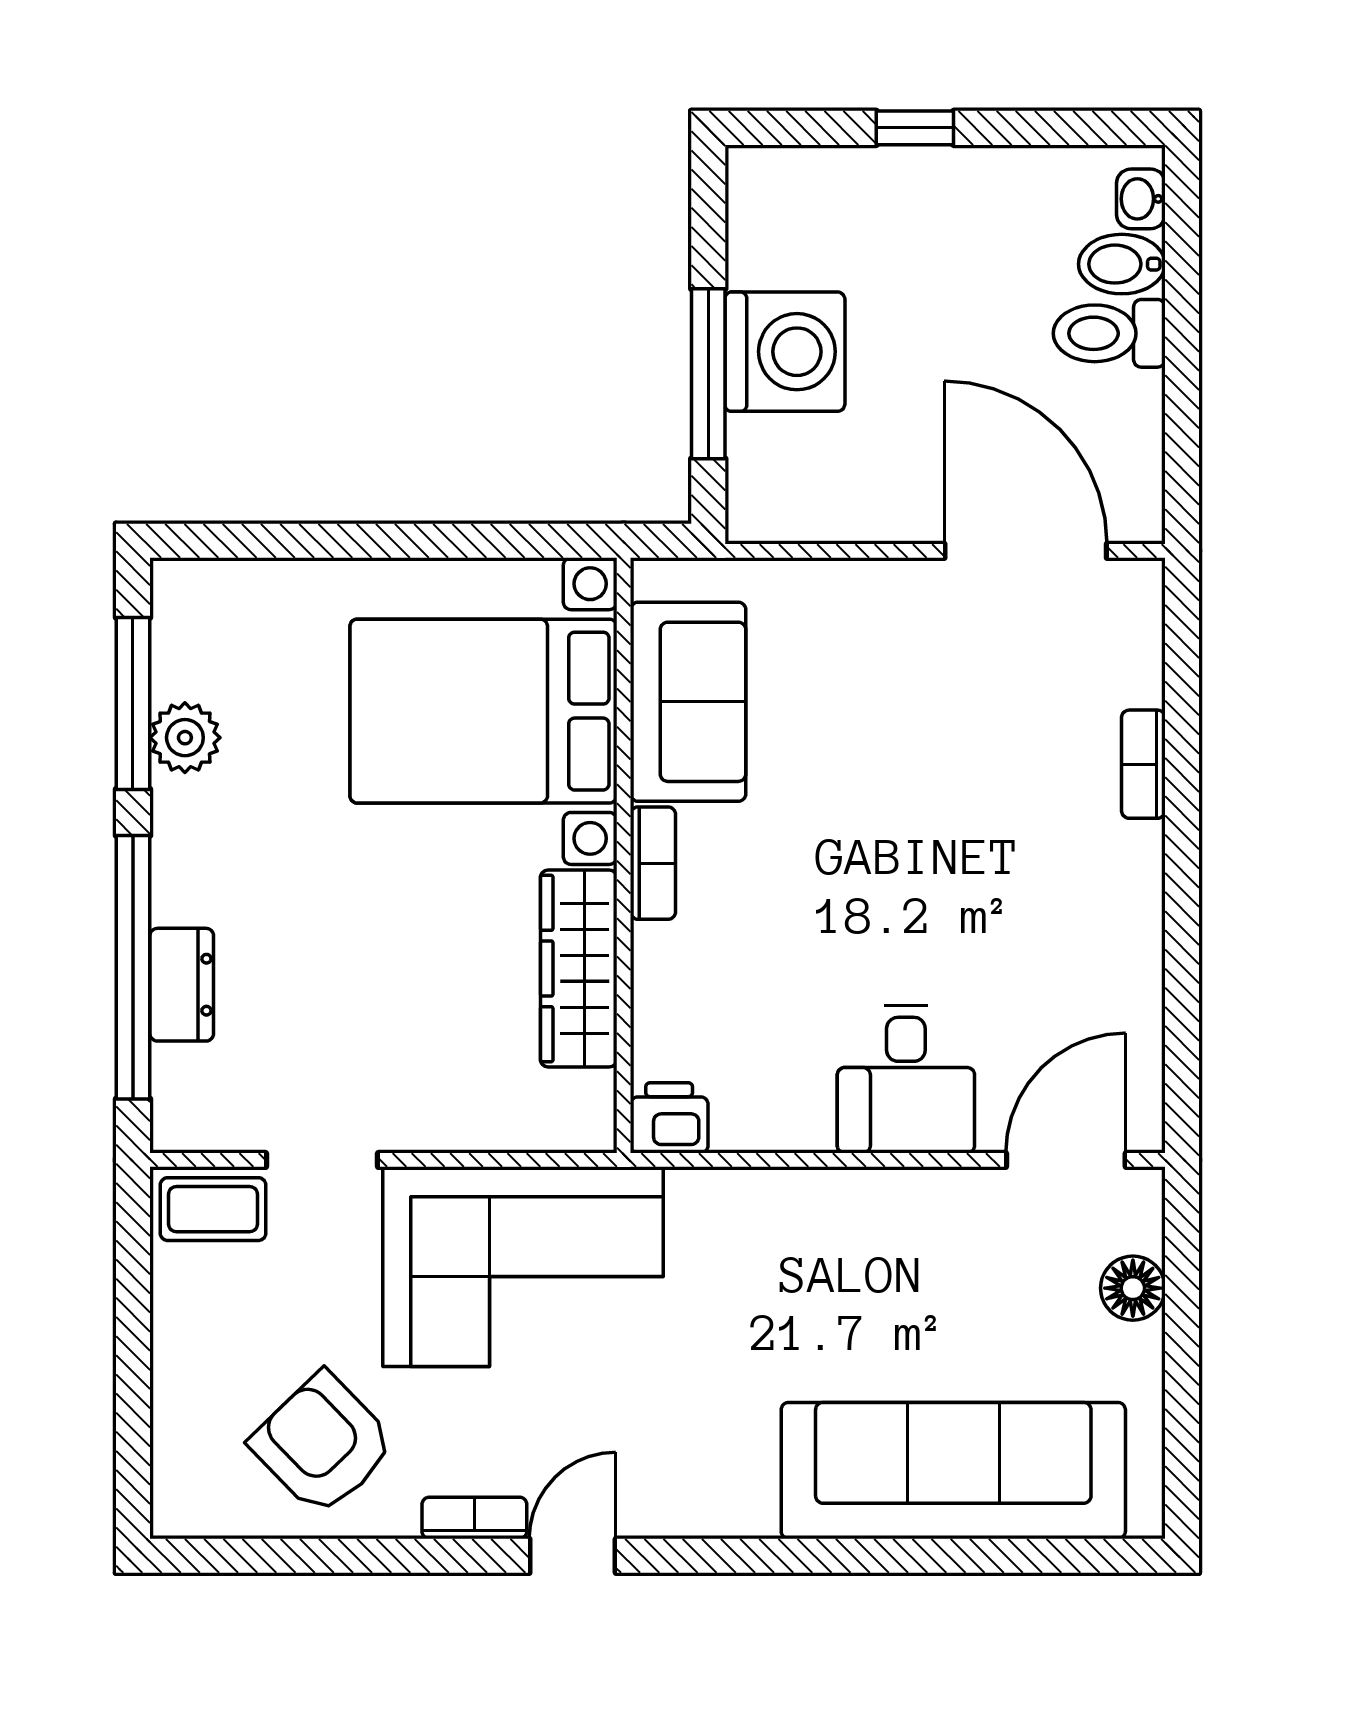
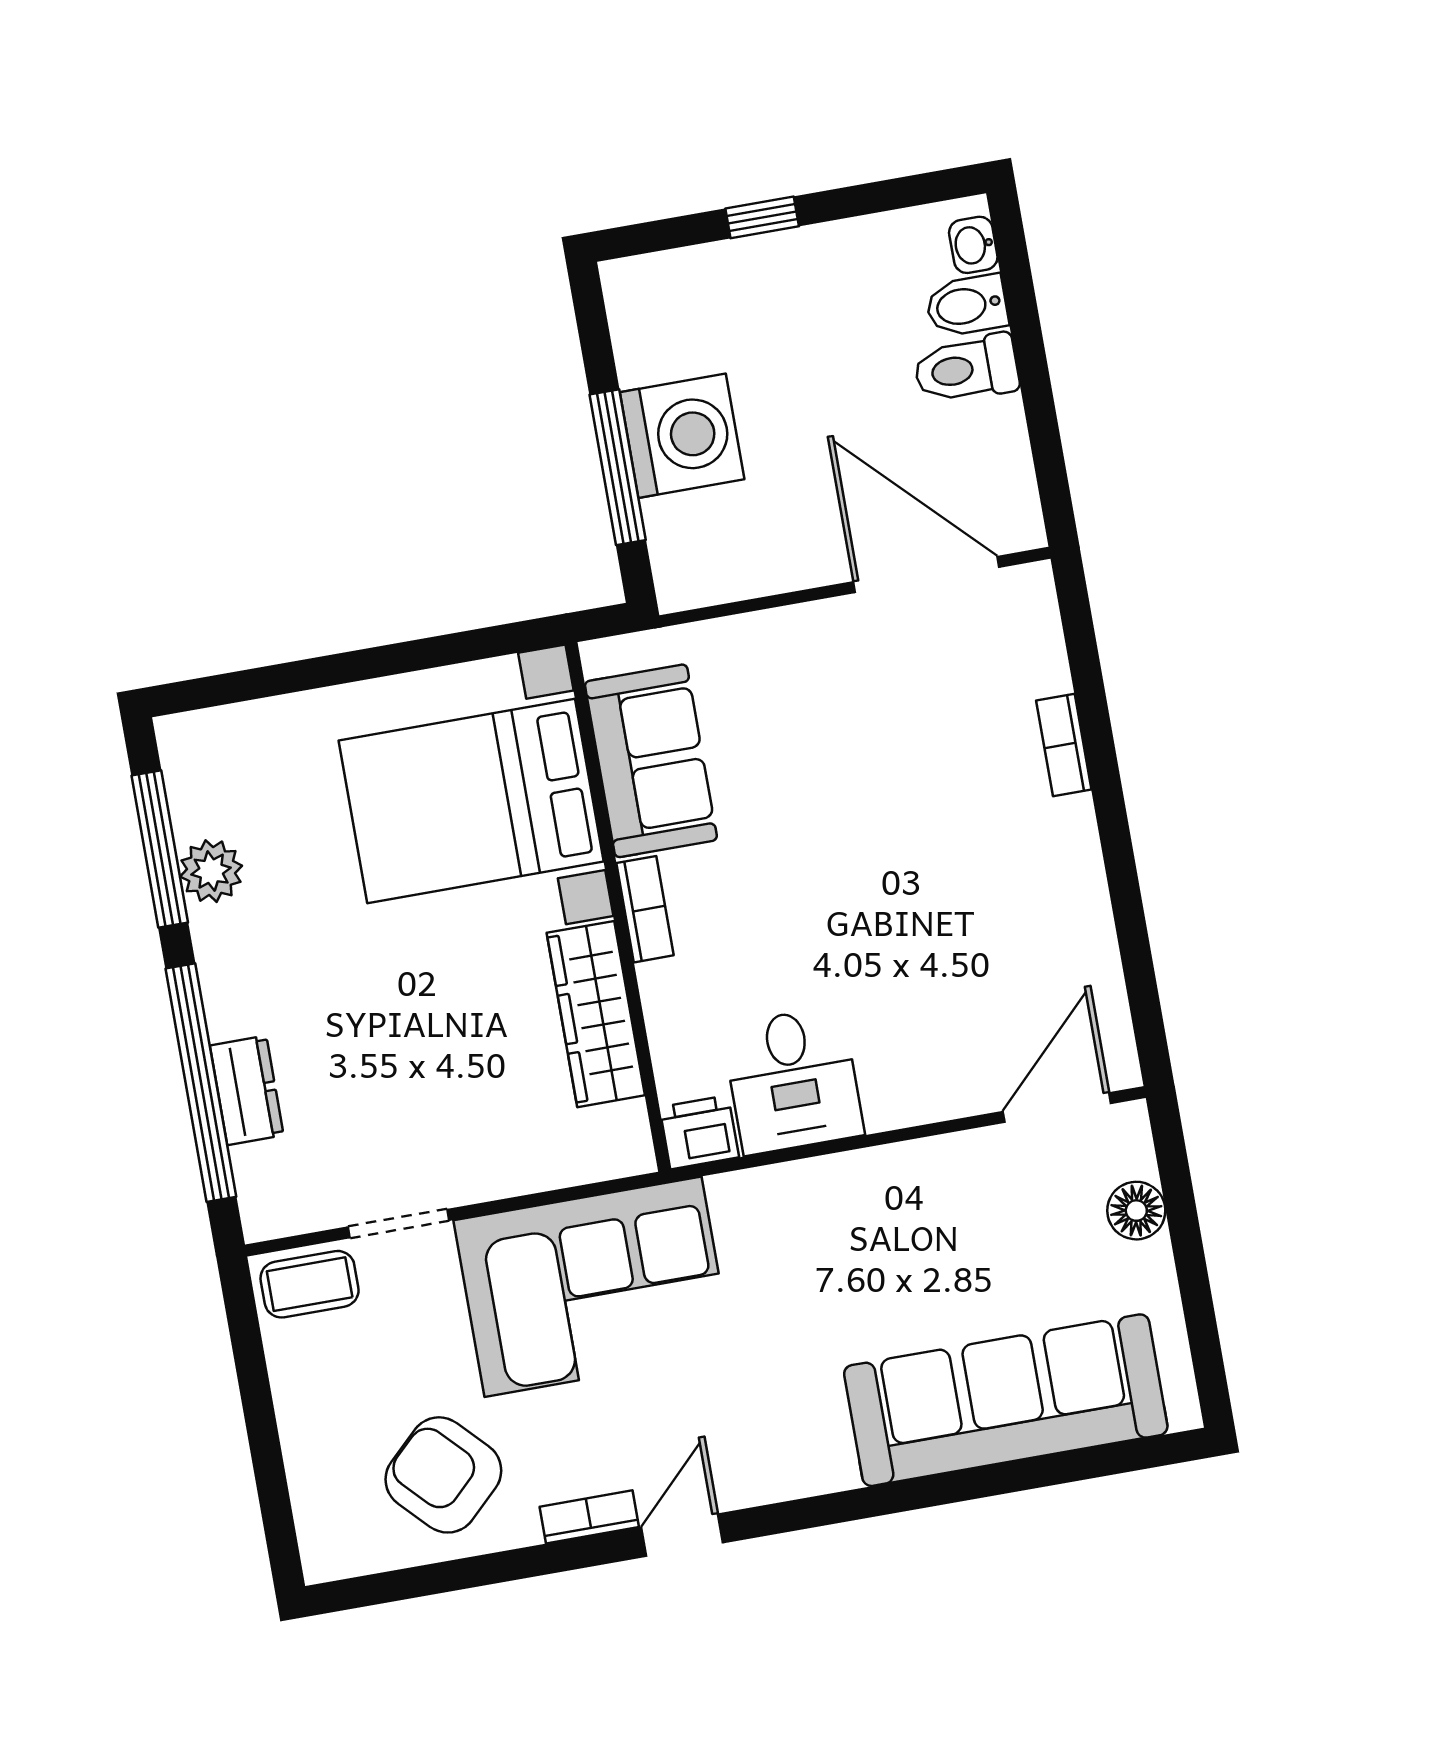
desk: (906, 1079) -> (793, 1080), moved

